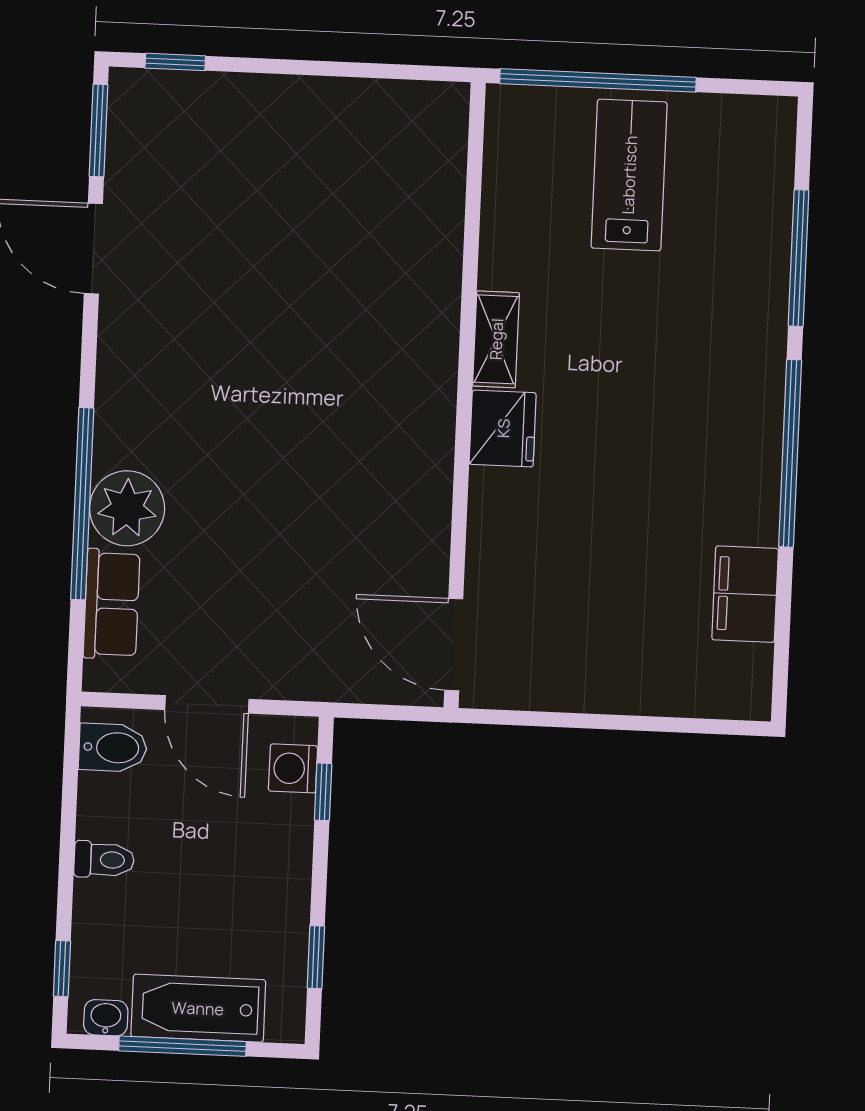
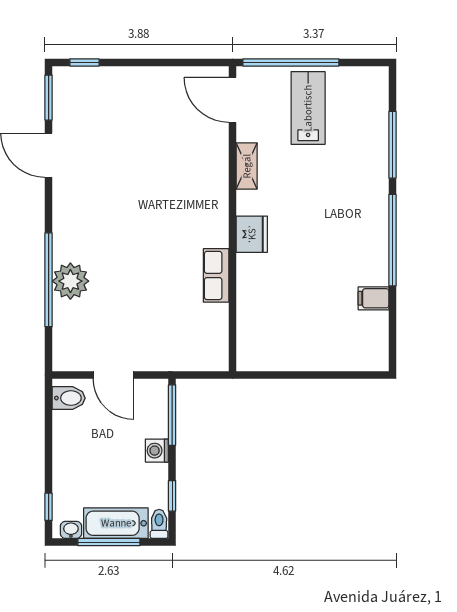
shelving: (496, 339) -> (247, 166), moved
filing cabinet: (745, 594) -> (374, 298), width x0.50
row of seats: (112, 604) -> (216, 275), moved, turned 180
door: (454, 645) -> (233, 100), moved
washing machine: (293, 768) -> (157, 451), moved
window: (323, 792) -> (172, 415), width x2.17
toilet: (104, 860) -> (159, 524), moved, turned -90

